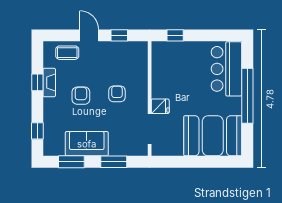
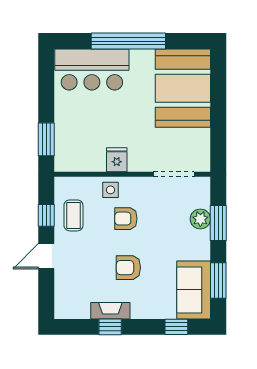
window: (175, 35) -> (46, 139), width x1.50
coffee table: (67, 53) -> (73, 215), moved
side table: (138, 83) -> (110, 190), added
fridge: (160, 106) -> (117, 160), moved
sofa: (87, 144) -> (194, 290), moved
plant: (117, 149) -> (200, 219), added

